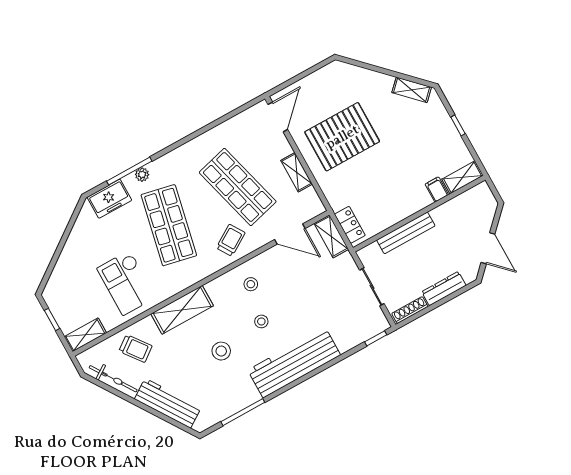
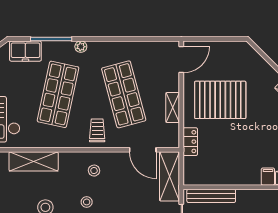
plant: (142, 175) -> (81, 47), moved
locker: (350, 225) -> (190, 142), moved
bench: (406, 233) -> (211, 196), moved
shelving: (331, 236) -> (170, 176), width x1.50, depth x1.33
trolley: (231, 240) -> (97, 130), turned -58

